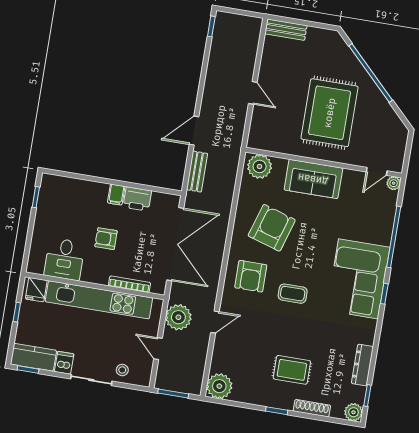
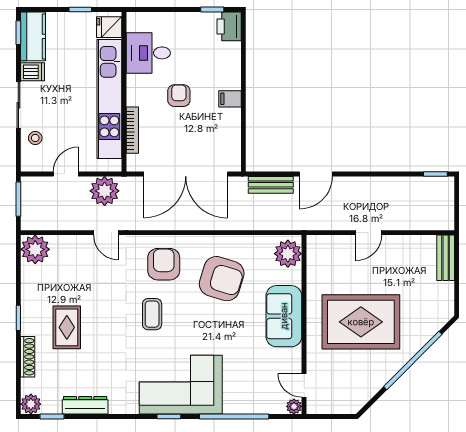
door: (194, 131) -> (316, 174), swing flipped
printer: (137, 199) -> (229, 26), moved
armchair: (251, 276) -> (164, 264), turned 90

